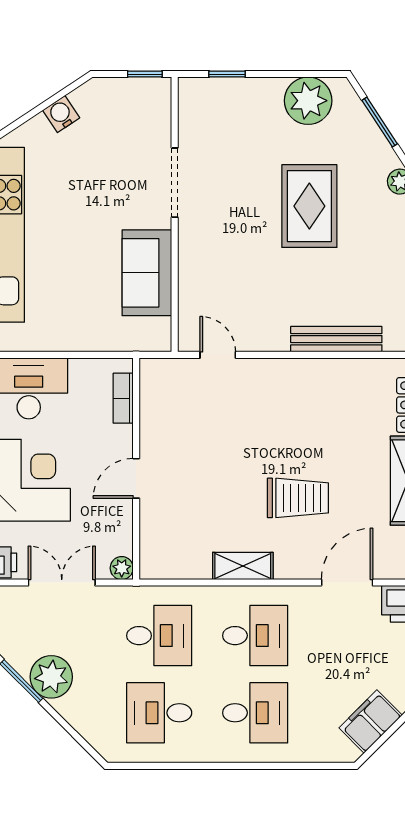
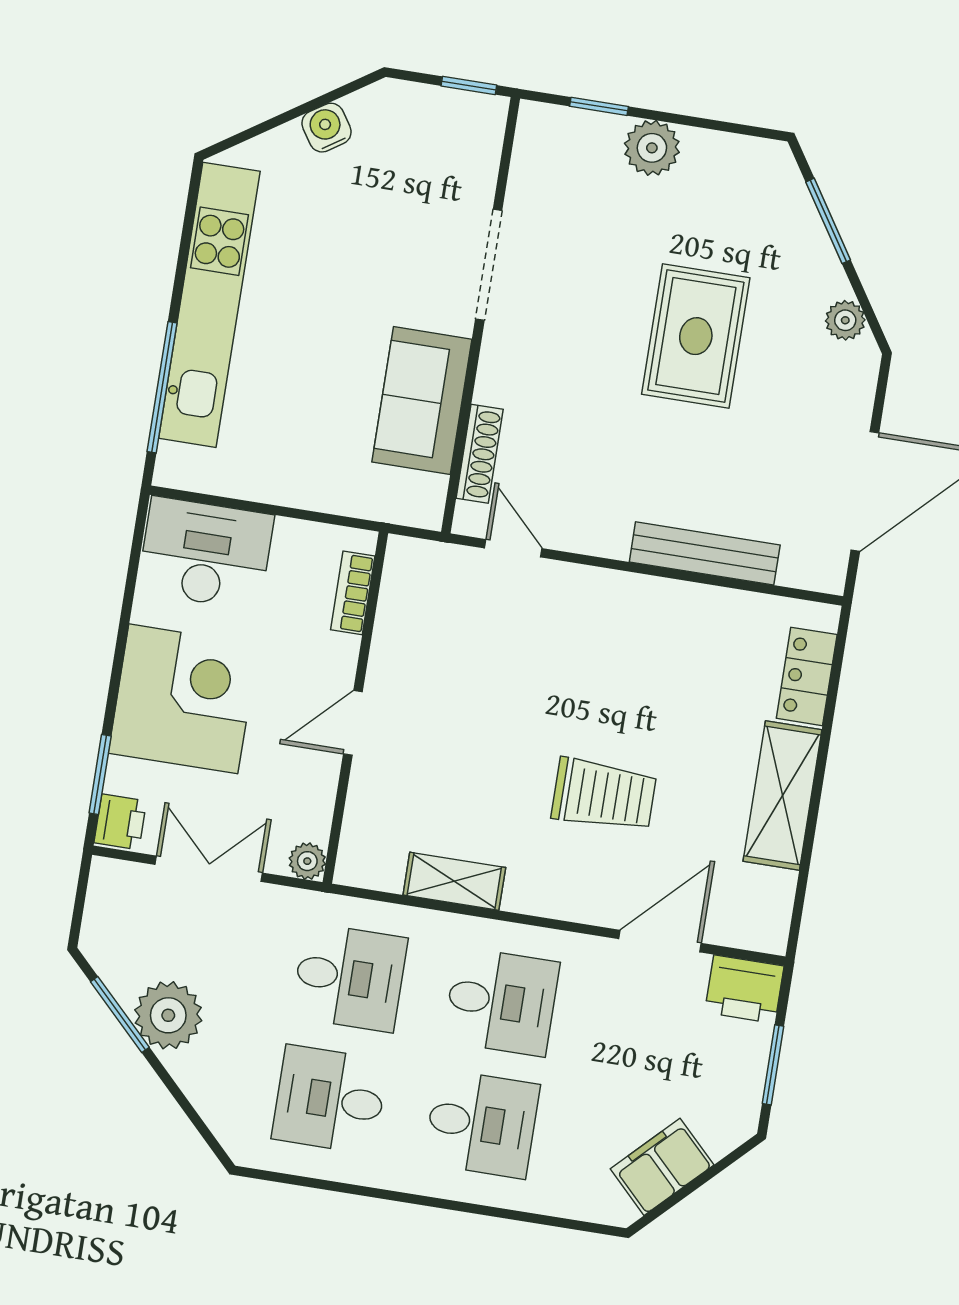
plant: (308, 101) -> (652, 148), moved, width x0.73, depth x0.73
shoe rack: (188, 300) -> (480, 454), added
shelving: (243, 566) -> (454, 881), moved

